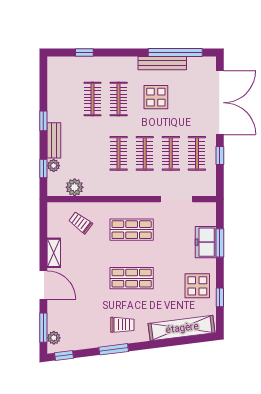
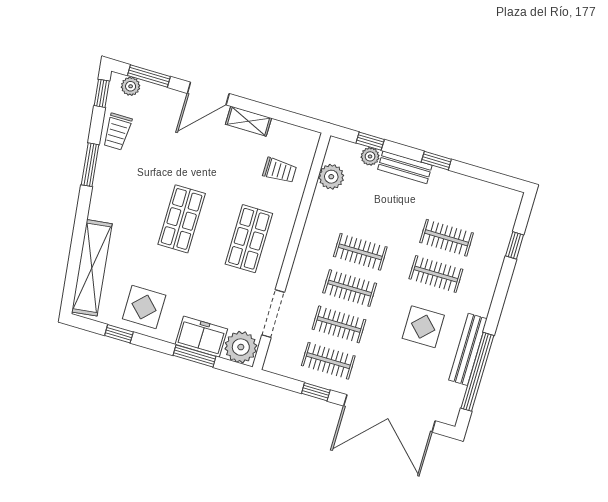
plant: (205, 214) -> (241, 347), added
trolley: (80, 223) -> (280, 170), turned 53
trolley: (122, 325) -> (117, 132), moved

